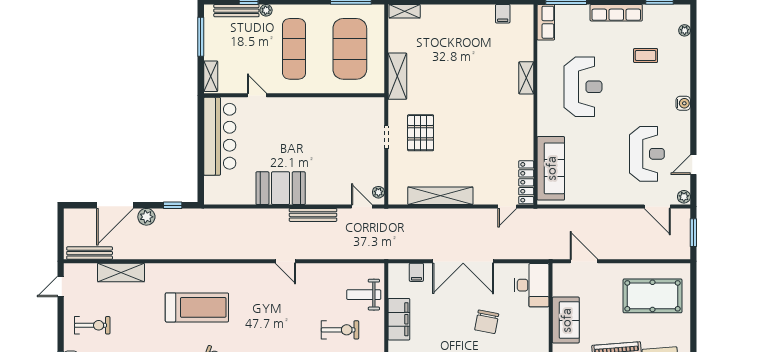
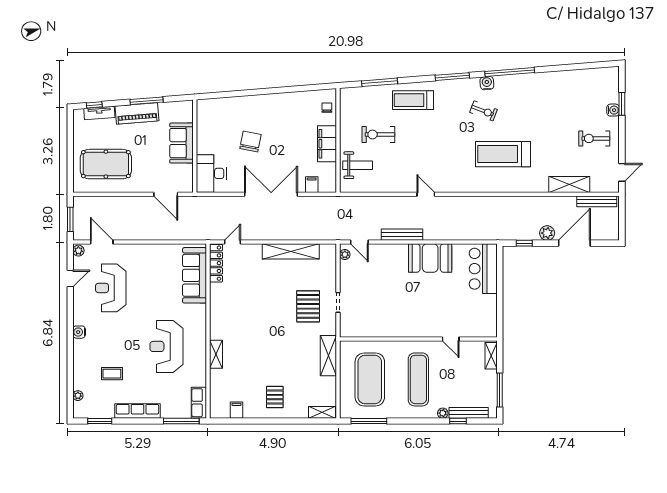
pallet: (459, 29) -> (275, 397), added
bar counter: (220, 136) -> (483, 269), moved, width x0.73

